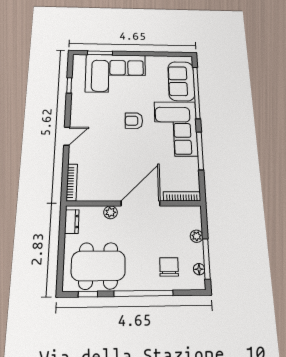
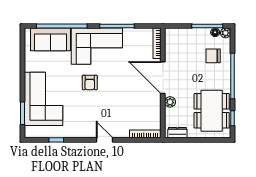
plant: (197, 236) -> (226, 33), moved

